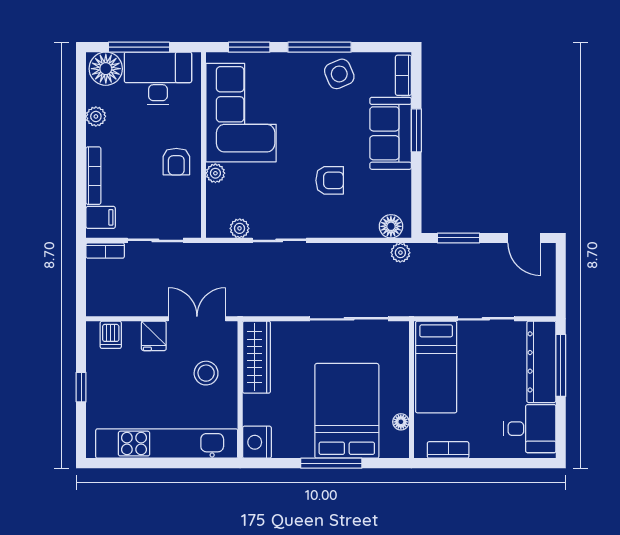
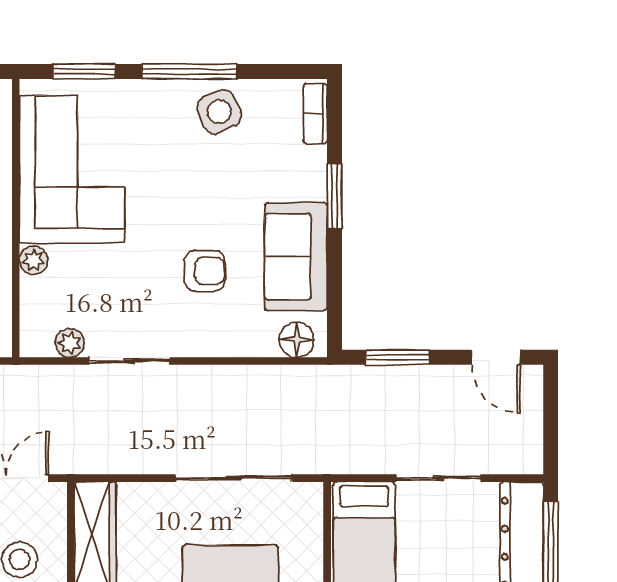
sofa: (391, 133) -> (296, 257), moved
plant: (400, 253) -> (311, 379), removed

